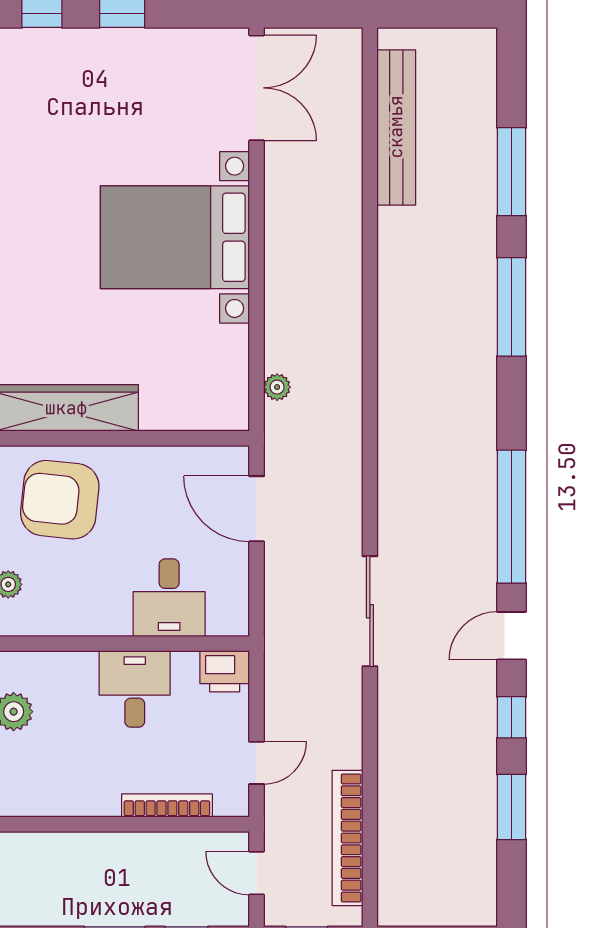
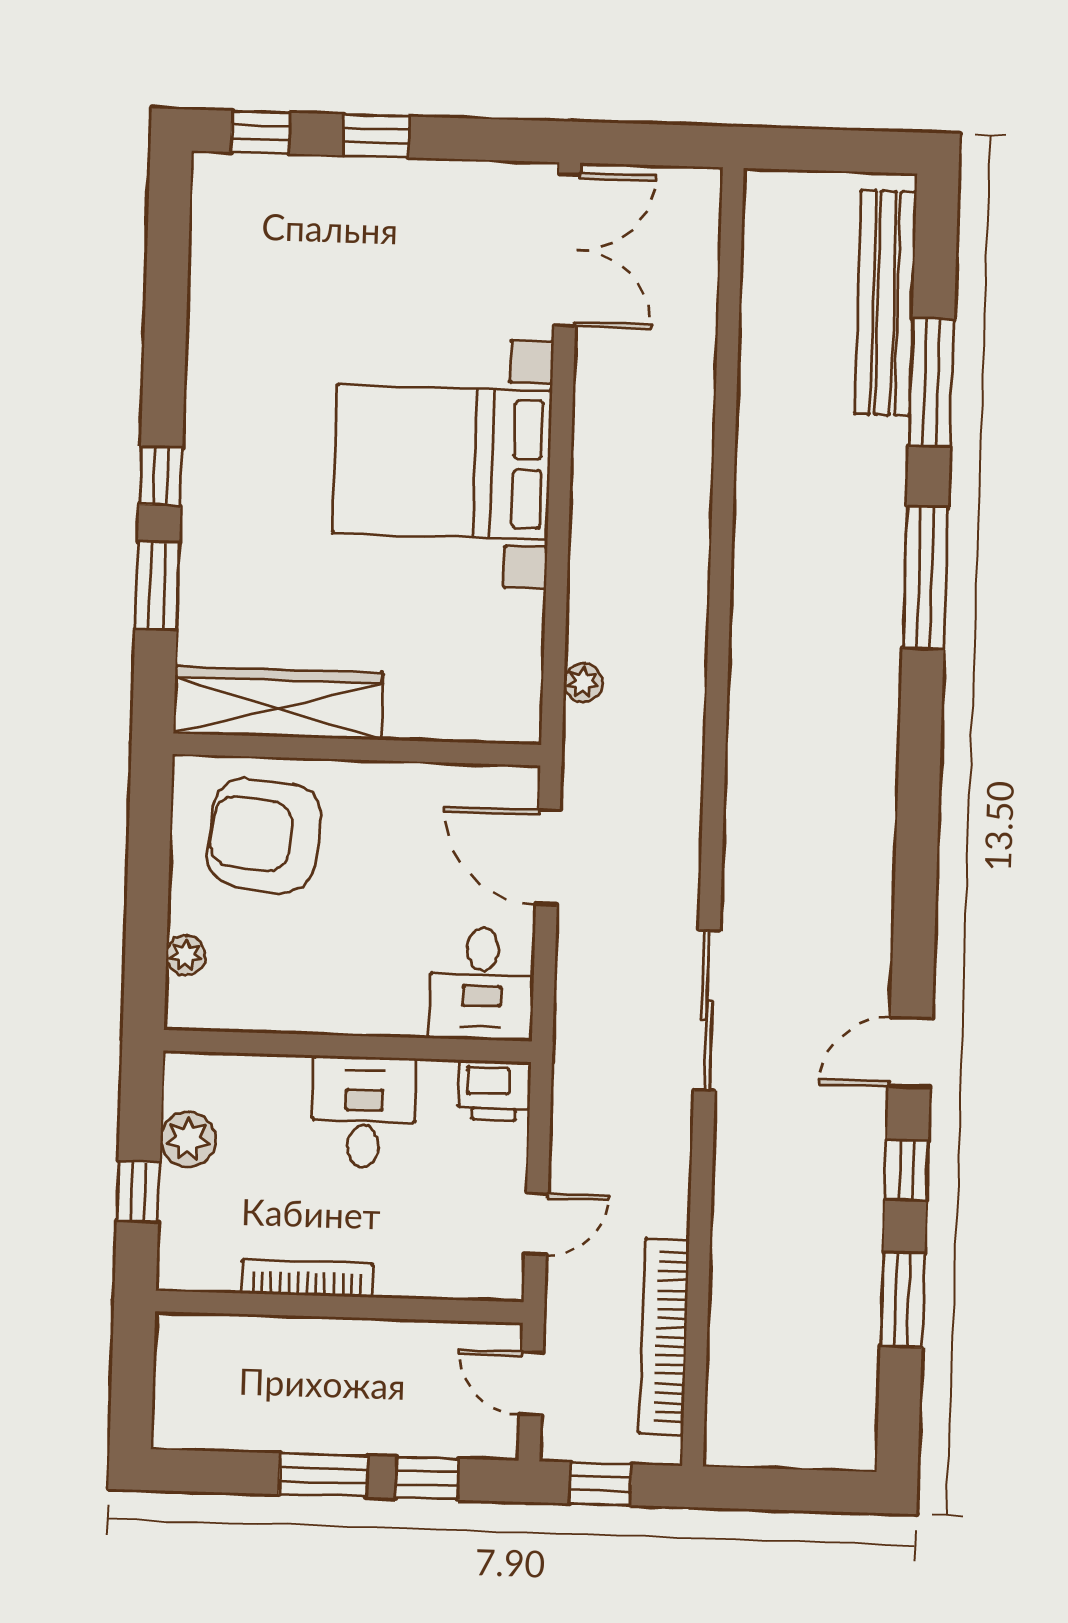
bench: (396, 127) -> (885, 303), moved
window: (512, 517) -> (916, 880), removed
desk: (169, 598) -> (482, 984), moved
bookcase: (167, 806) -> (307, 1279), moved

